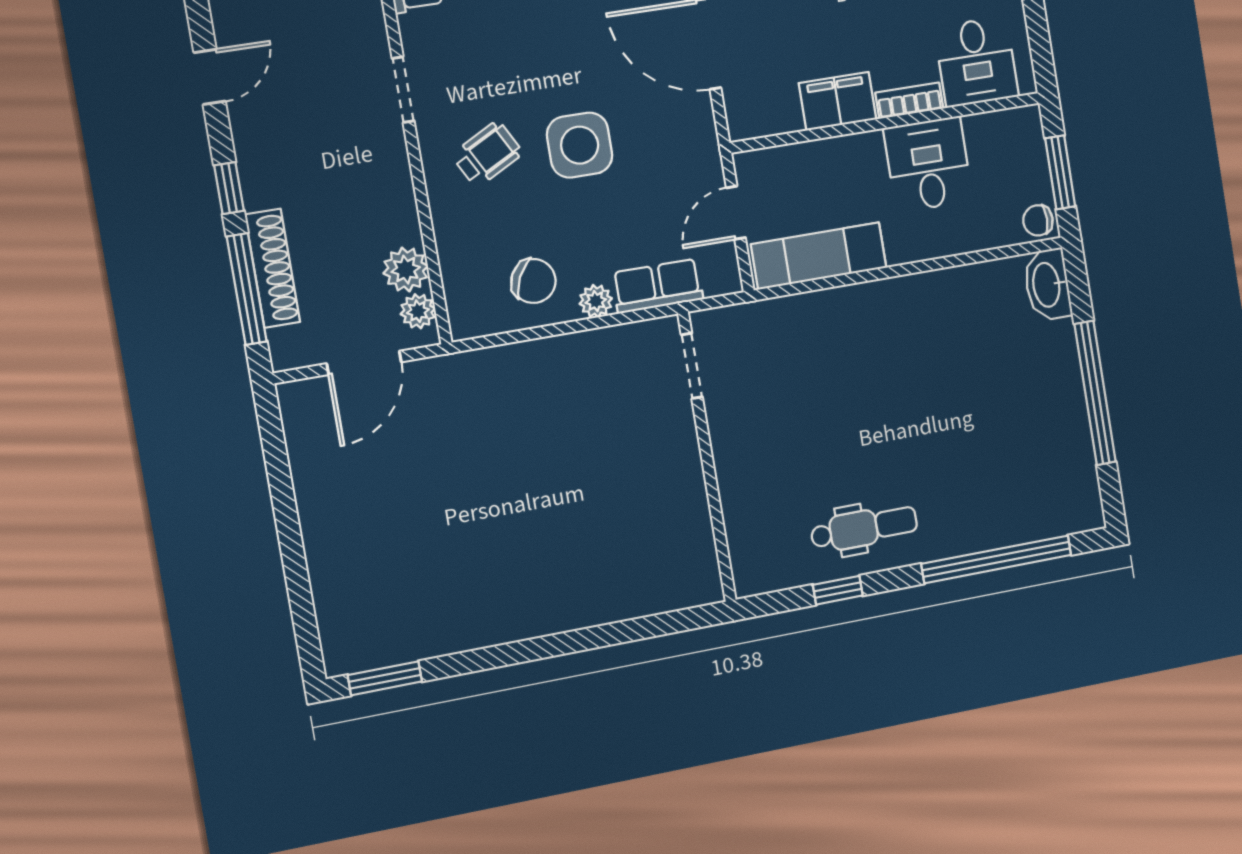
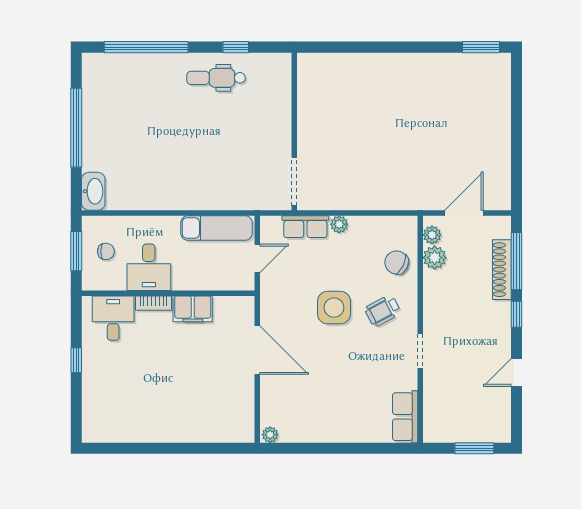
chair: (1038, 220) -> (106, 251), moved
chair: (533, 281) -> (397, 262), moved
doorway: (692, 366) -> (294, 181), width x1.38

